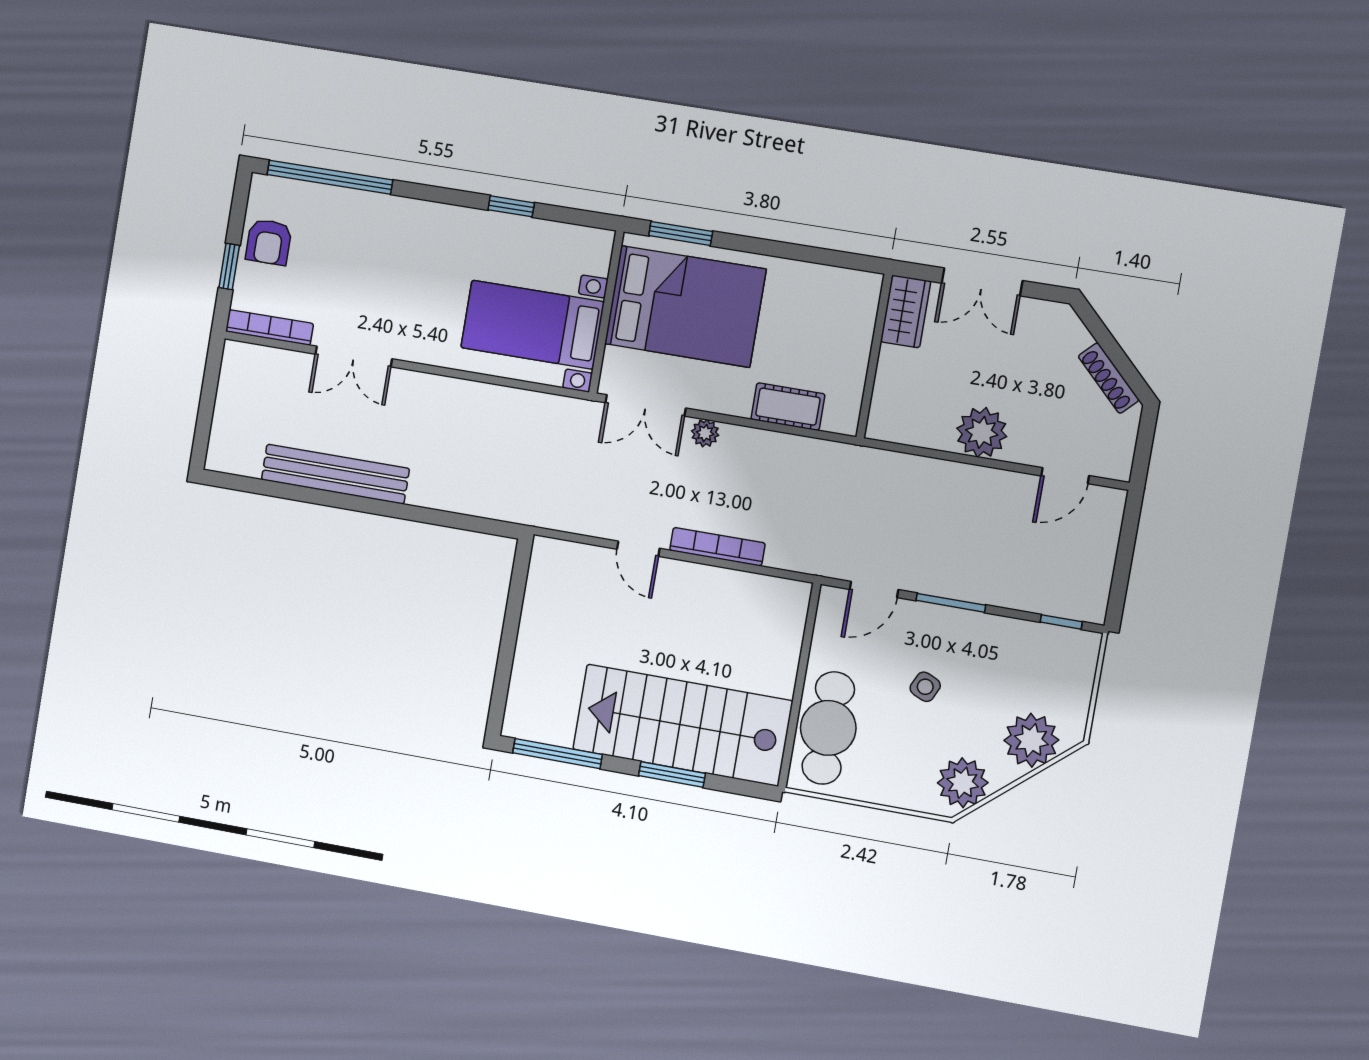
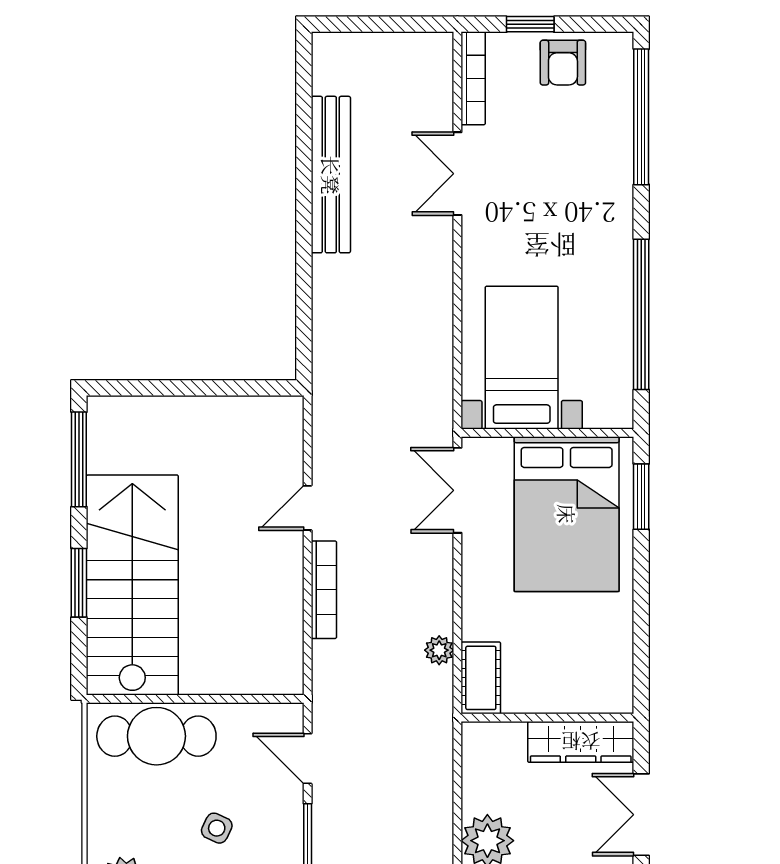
window: (511, 206) -> (641, 314), width x3.17
armchair: (269, 242) -> (563, 63), turned -90
wardrobe: (906, 311) -> (581, 742), width x1.50
cot: (788, 407) -> (481, 678), moved
plant: (705, 433) -> (439, 650), moved

